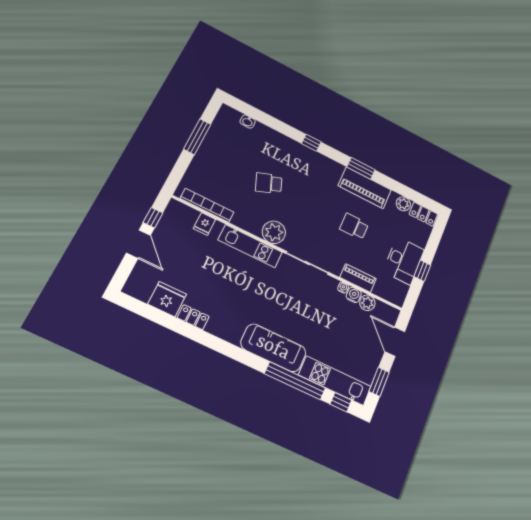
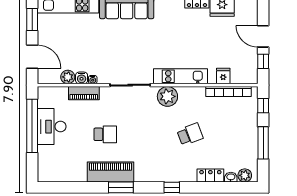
window: (178, 173) -> (263, 106), added
plant: (403, 204) -> (245, 175), moved
locker: (423, 214) -> (210, 175), moved
window: (422, 271) -> (32, 126), width x3.17

